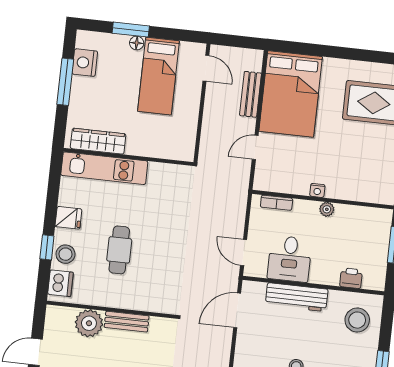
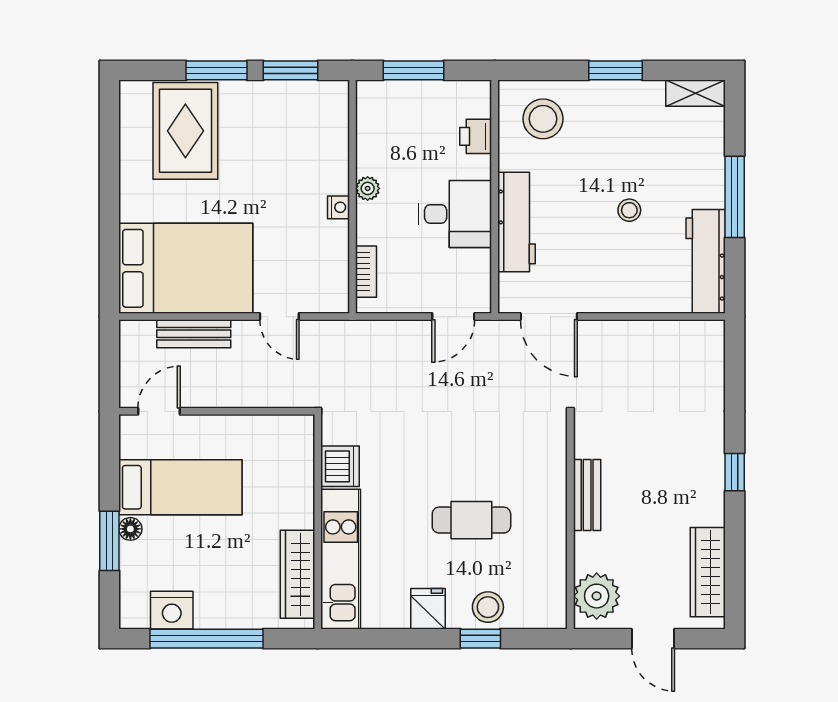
window: (65, 82) -> (207, 639), width x1.46
desk: (290, 259) -> (455, 214), moved
dishwasher: (60, 283) -> (340, 466), moved, turned 90
plant: (89, 323) -> (597, 596), moved

